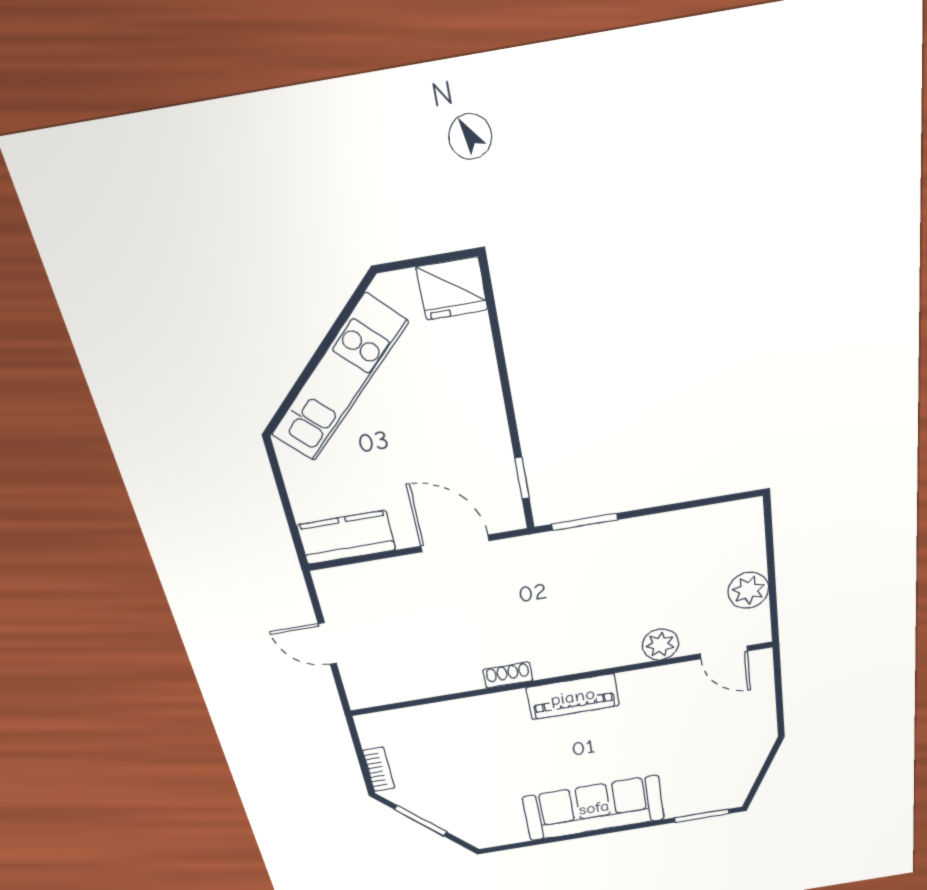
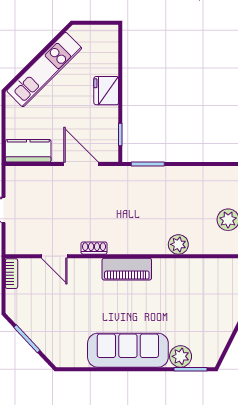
fridge: (452, 289) -> (106, 91), moved, turned 90
door: (724, 652) -> (54, 256), moved
bookcase: (379, 769) -> (12, 274), moved
plant: (683, 802) -> (181, 356), added

